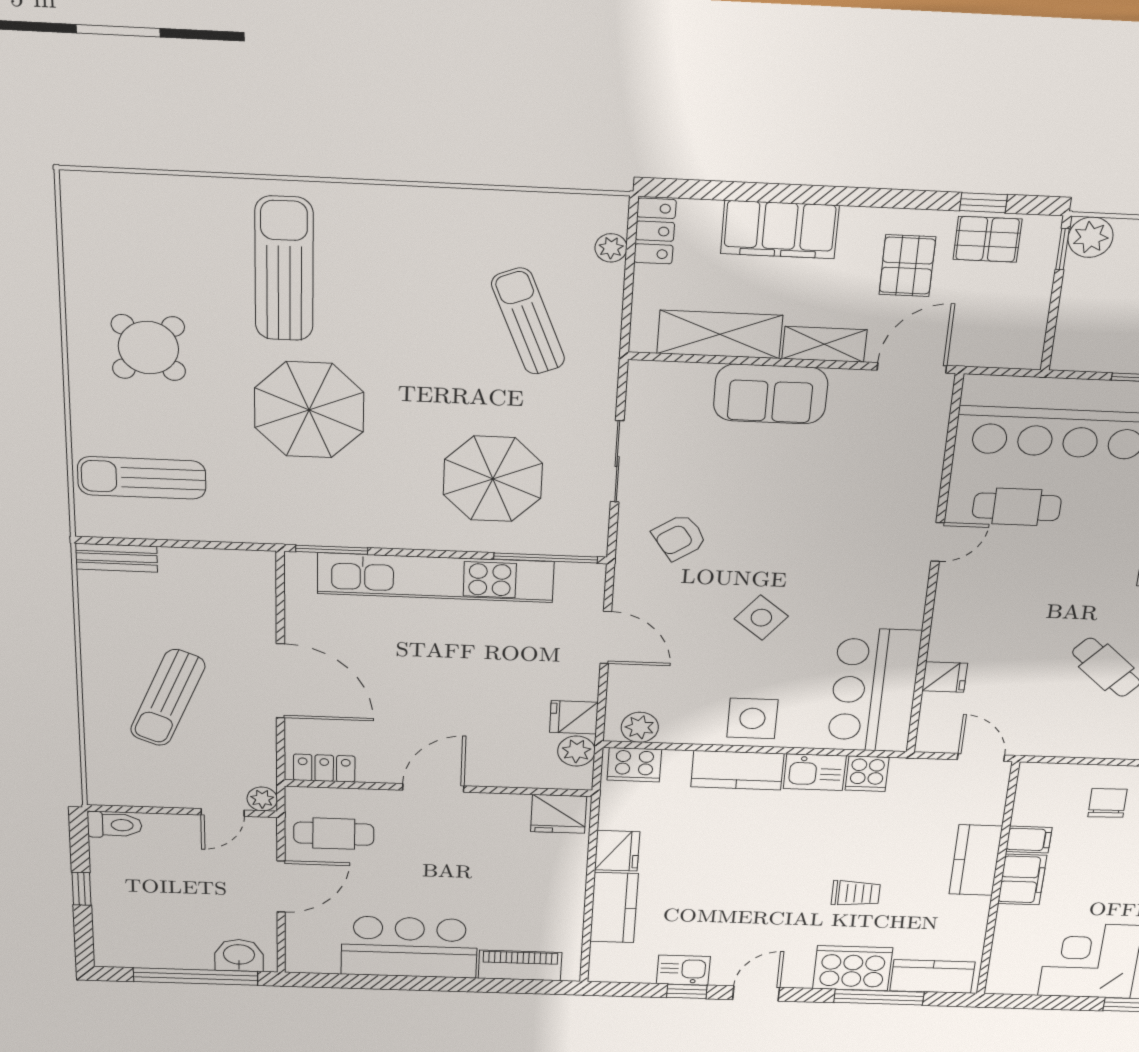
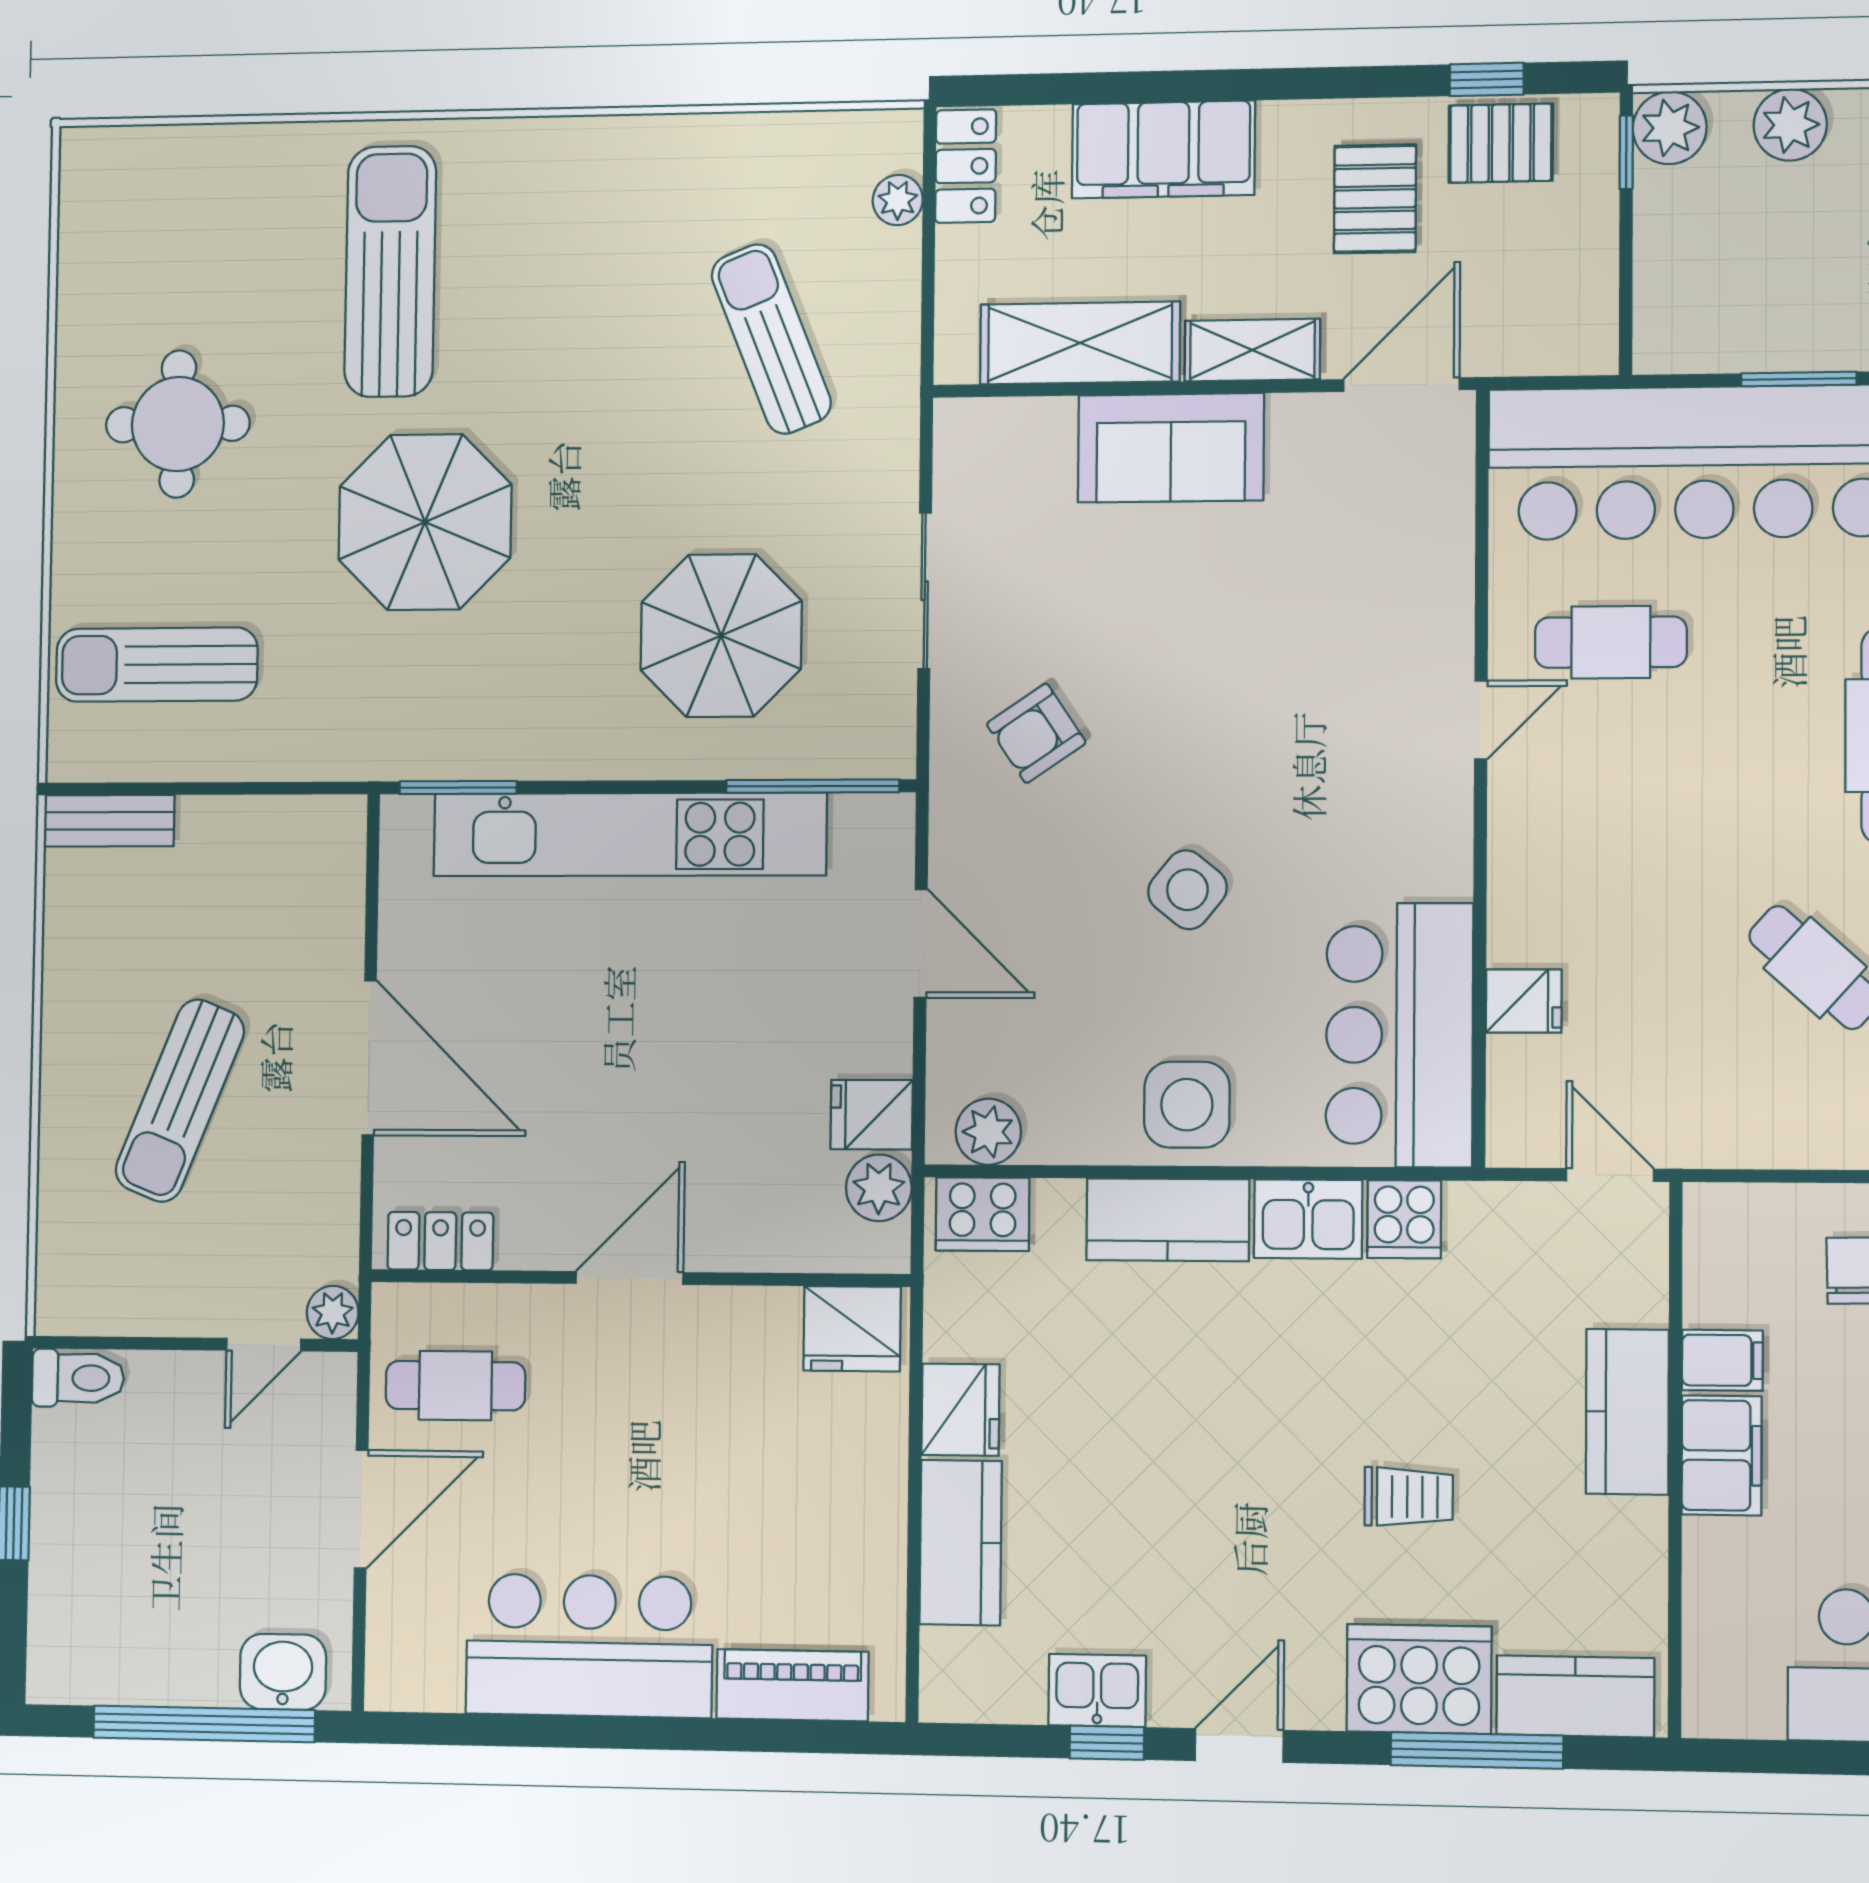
round table: (148, 348) -> (178, 424), turned 45

